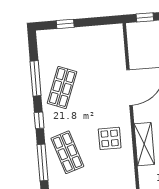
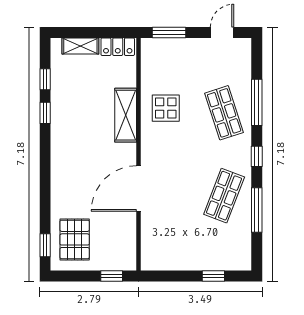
display table: (110, 138) -> (166, 108), moved

